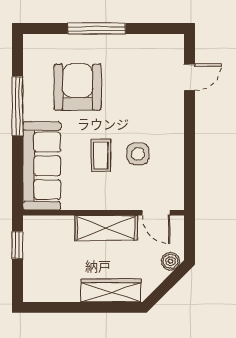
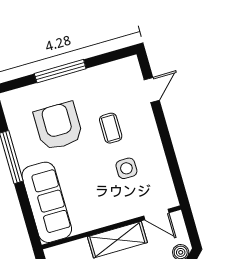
coffee table: (101, 155) -> (111, 128), moved

